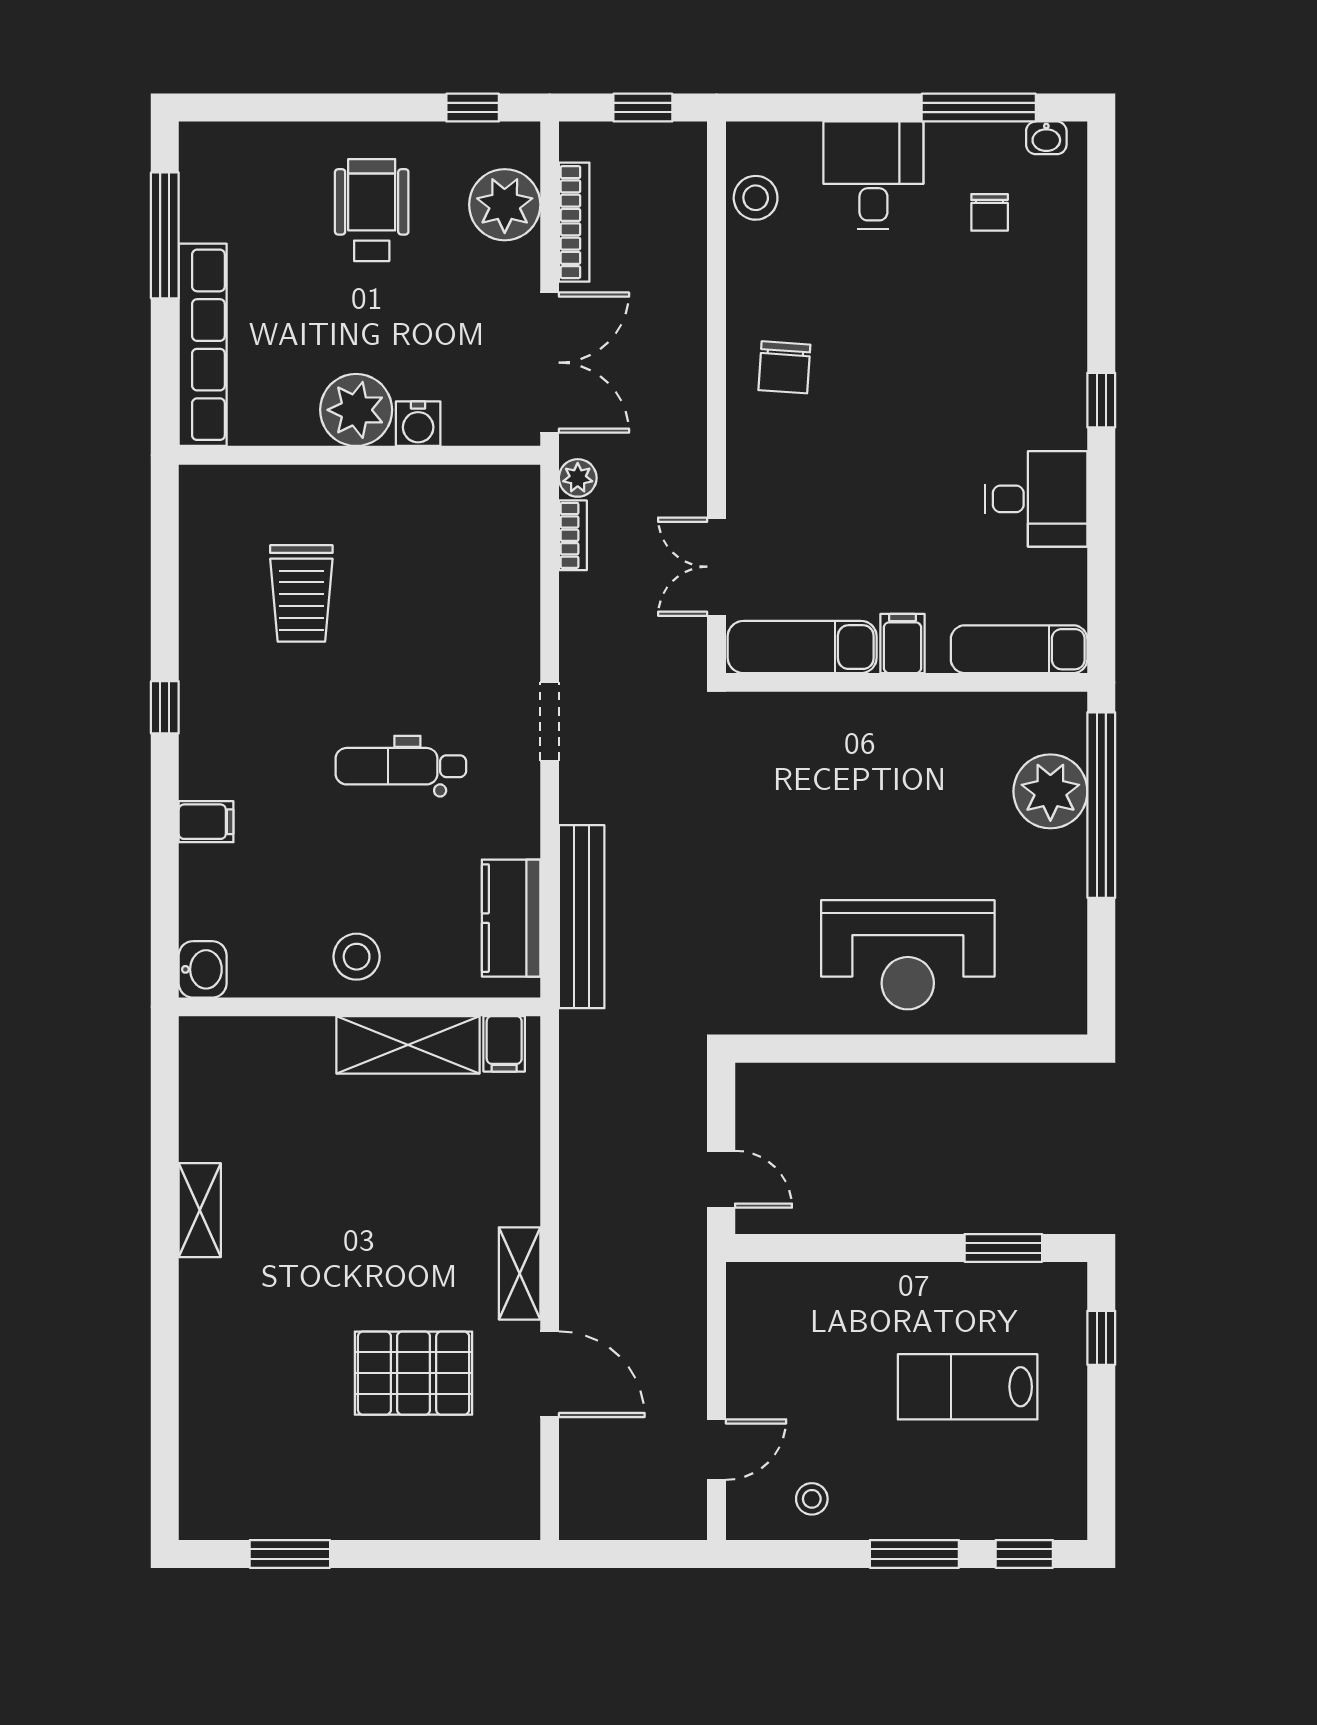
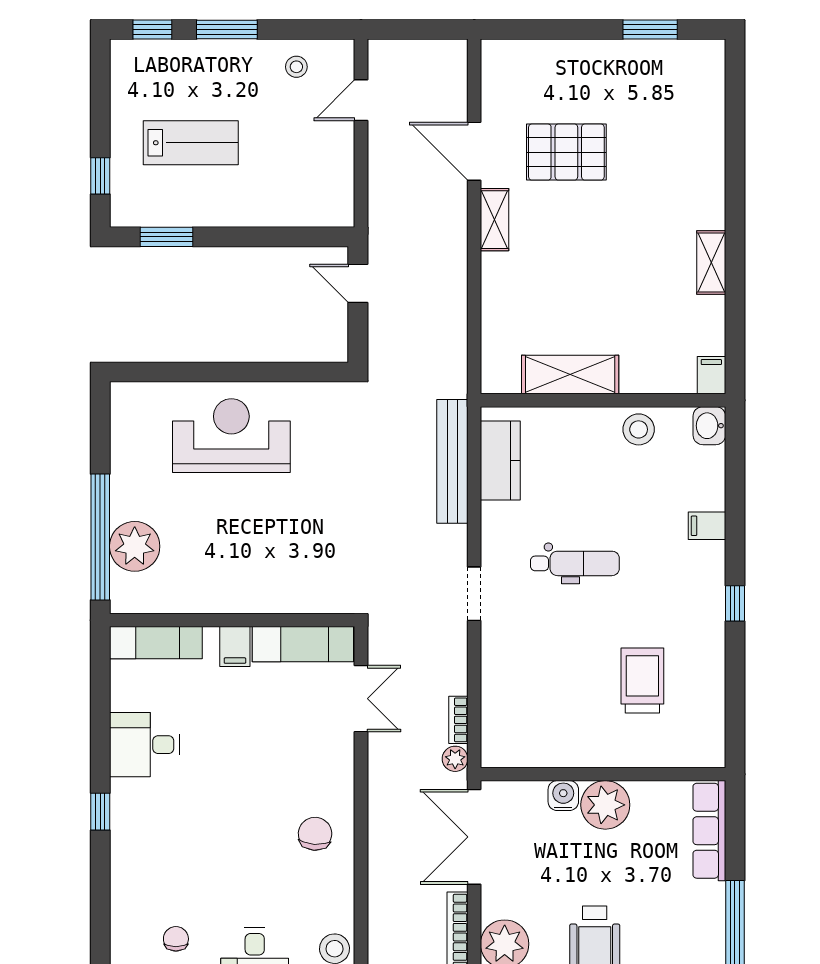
row of seats: (203, 345) -> (709, 831), width x0.73
stool: (357, 957) -> (639, 429), moved
filing cabinet: (504, 1044) -> (711, 375), moved

